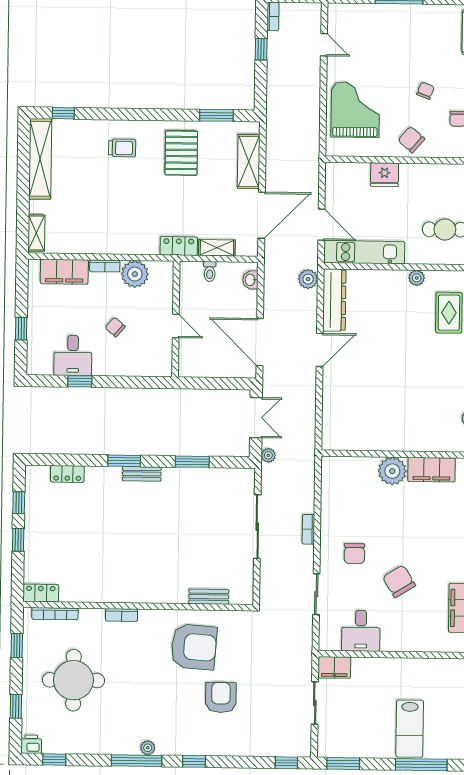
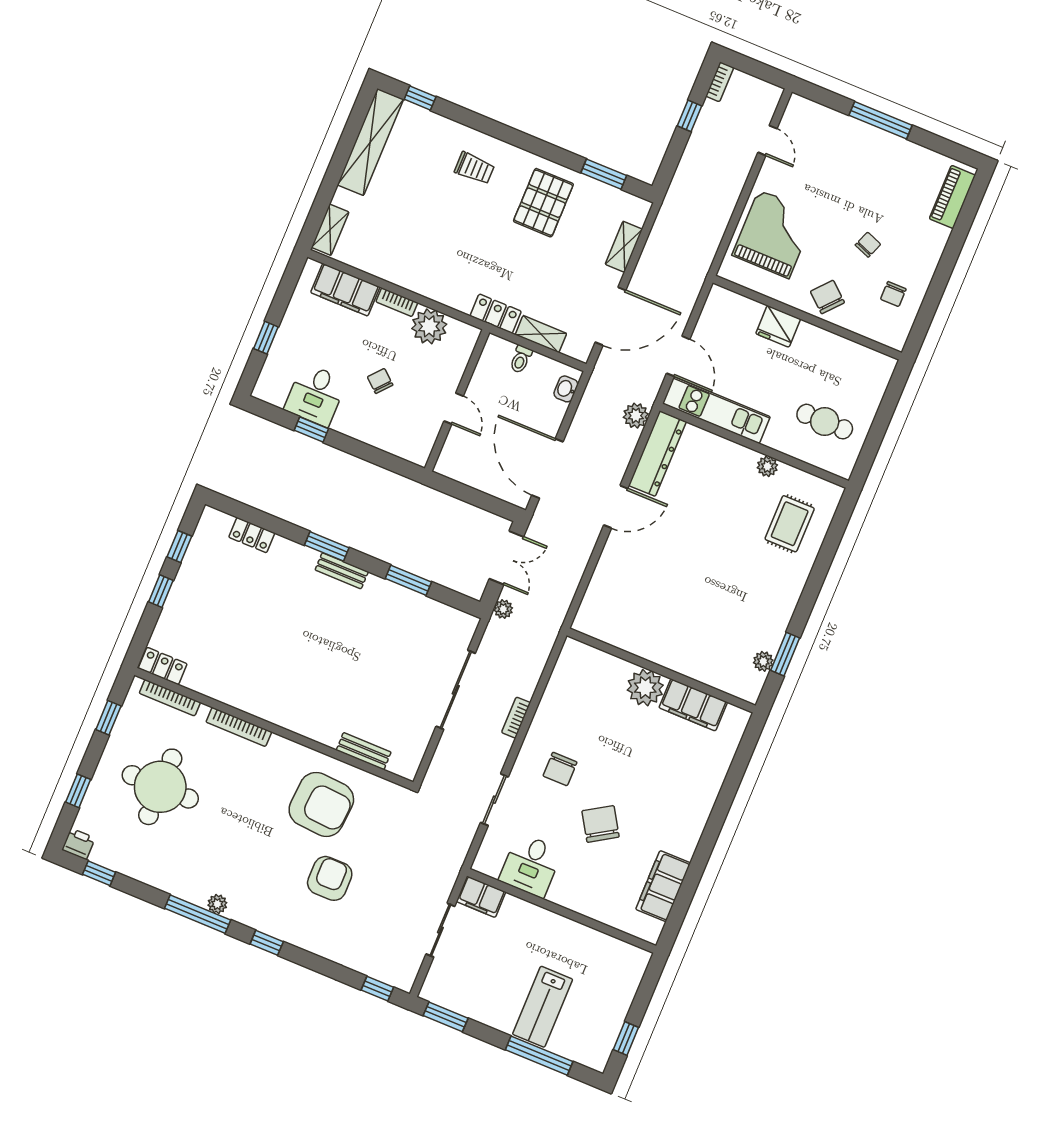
shelving: (249, 162) -> (624, 247), width x0.67, depth x0.75
bookcase: (122, 615) -> (239, 727), width x1.56

